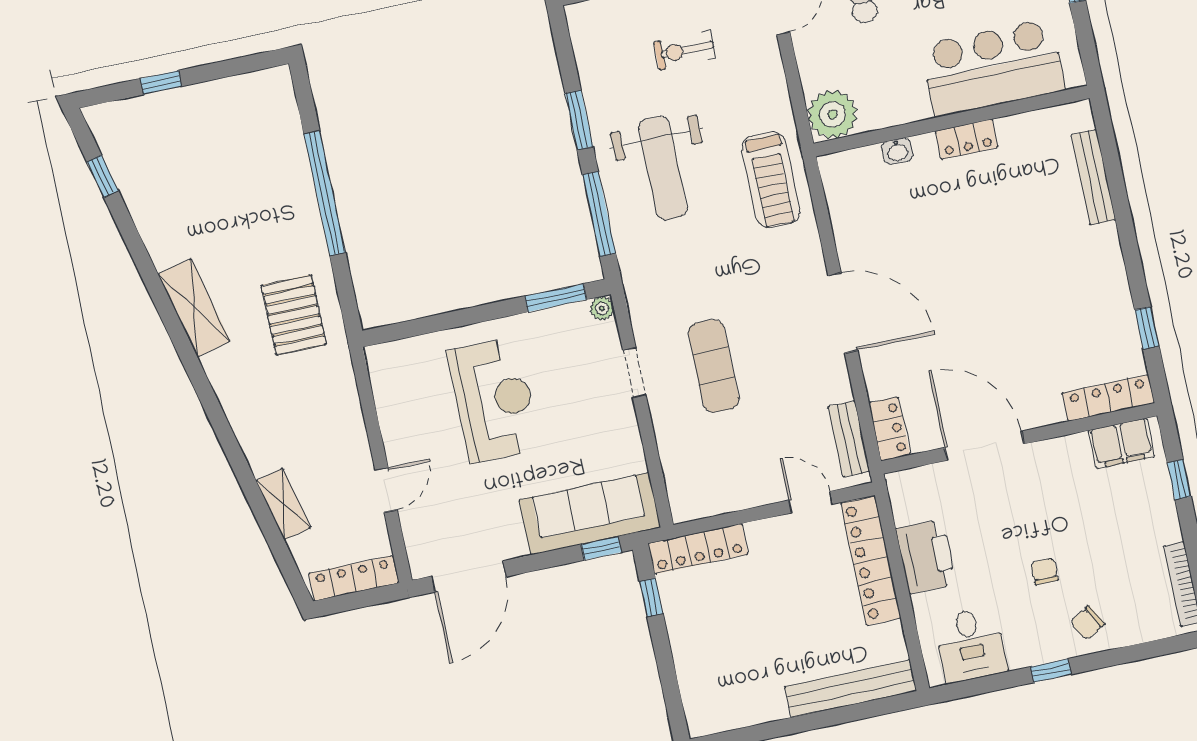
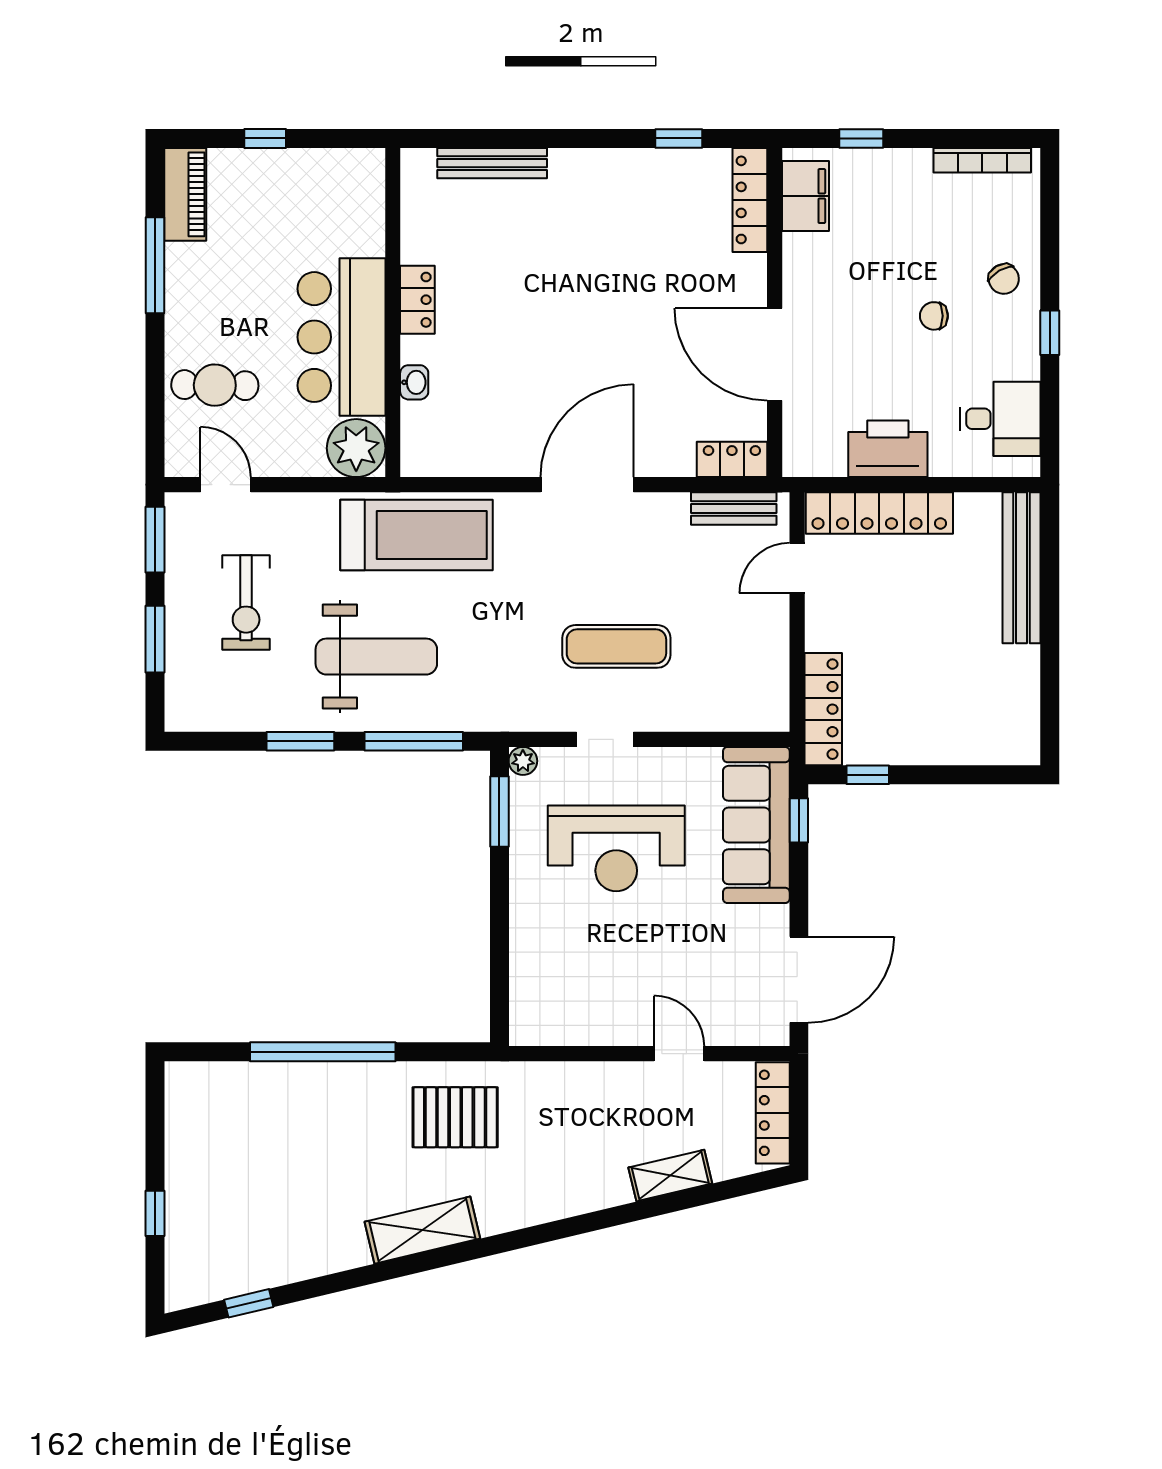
exercise bike: (685, 50) -> (246, 603), width x1.38, depth x1.39
bar counter: (993, 68) -> (341, 337), moved
treadmill: (771, 180) -> (416, 535), width x1.37, depth x1.38
reception desk: (494, 400) -> (616, 848), moved, turned 180
door: (984, 446) -> (775, 354), hinge flipped
door: (469, 576) -> (799, 980), hinge flipped

